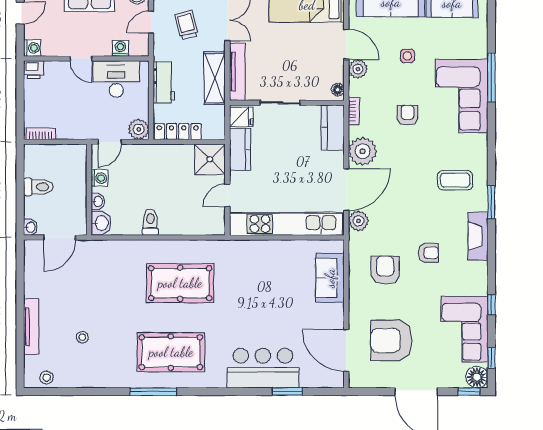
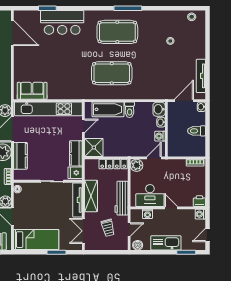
workbench: (164, 82) -> (121, 198), width x1.38
kitchen counter: (333, 127) -> (20, 156), moved
bathtub: (186, 223) -> (108, 109), added
sofa: (330, 278) -> (32, 91), moved, turned -90
tv unit: (31, 327) -> (201, 76), moved

